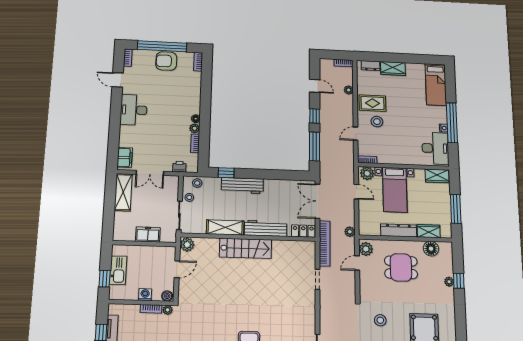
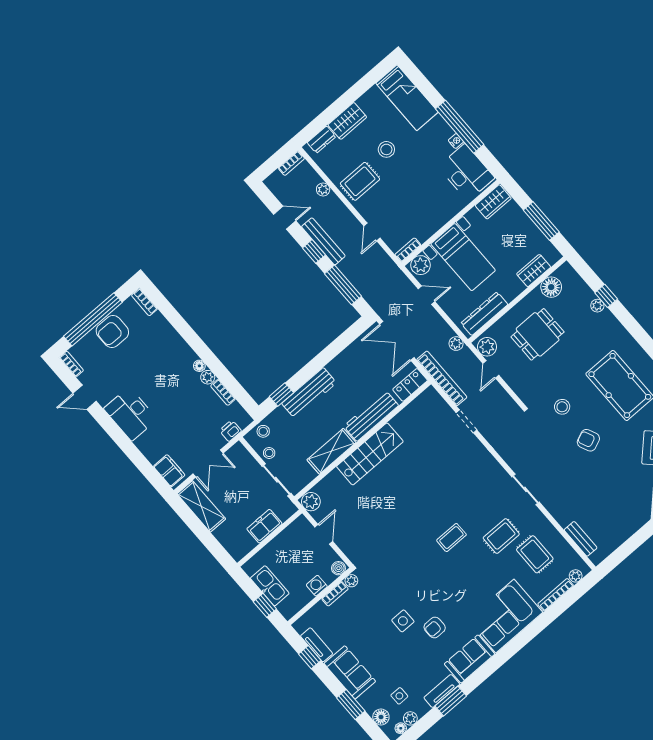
bench: (324, 115) -> (323, 241), added
stool: (377, 122) -> (386, 149), moved
dresser: (399, 230) -> (484, 314), moved

